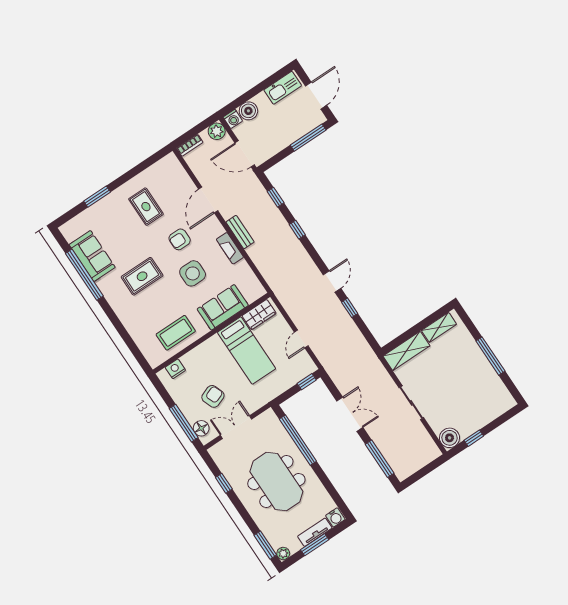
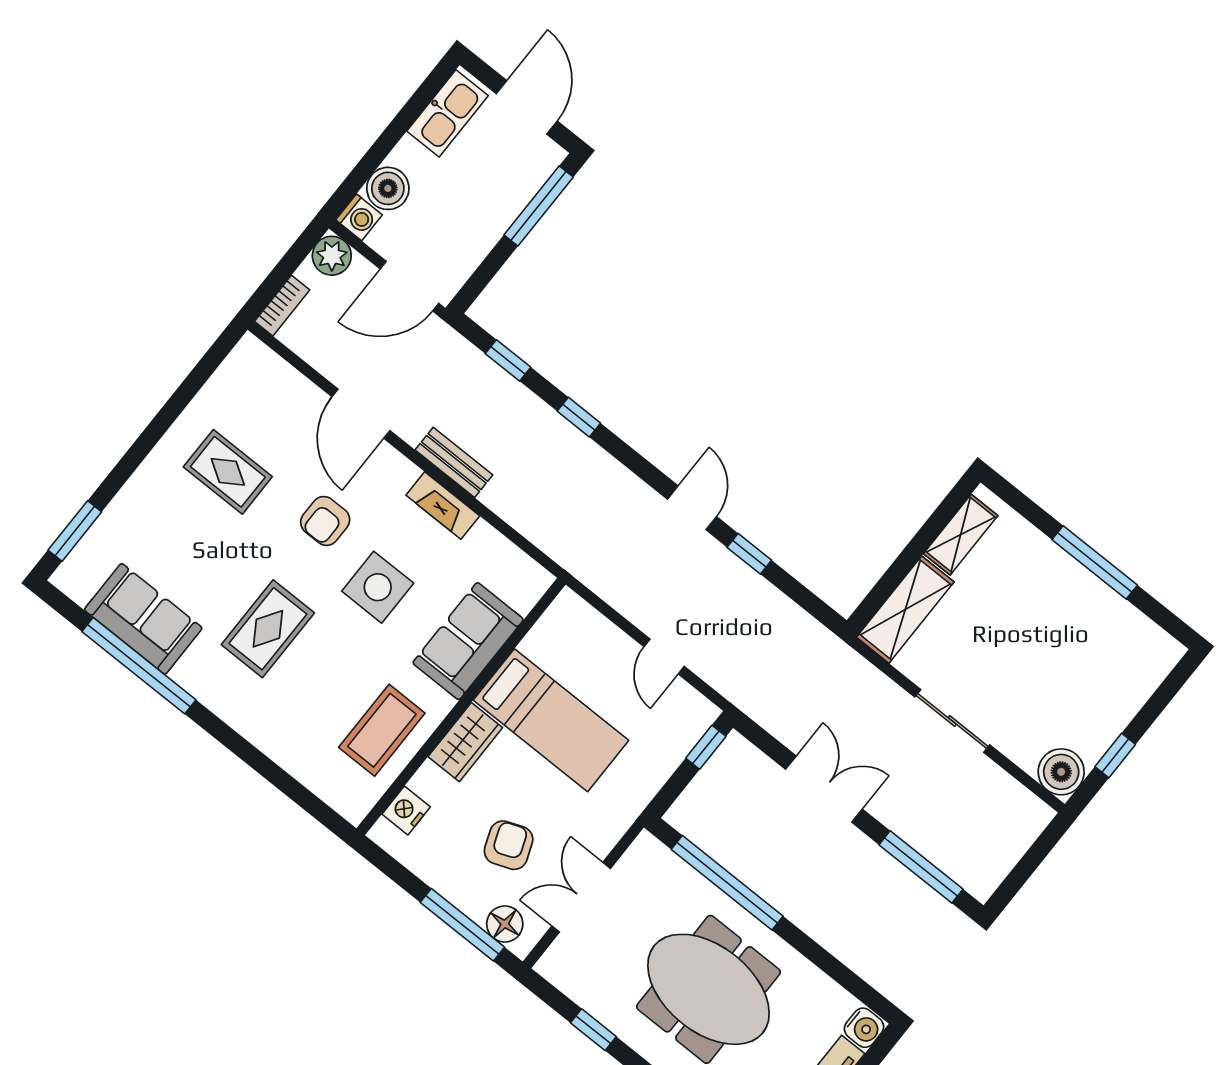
window: (97, 197) -> (75, 531), moved
wardrobe: (259, 315) -> (465, 742), moved

